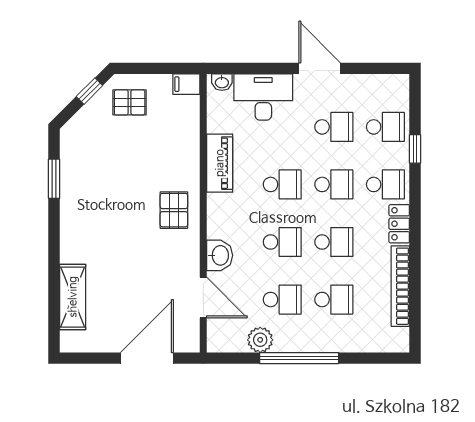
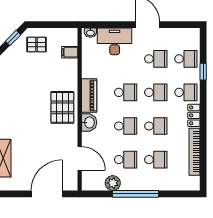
filing cabinet: (186, 84) -> (70, 52), moved
piano: (220, 163) -> (89, 95), moved
pallet: (174, 210) -> (62, 107), width x1.50, depth x1.42
washbasin: (220, 255) -> (89, 122), moved

